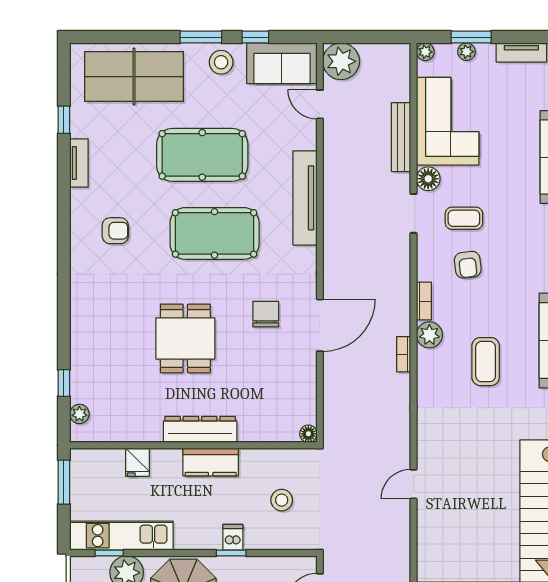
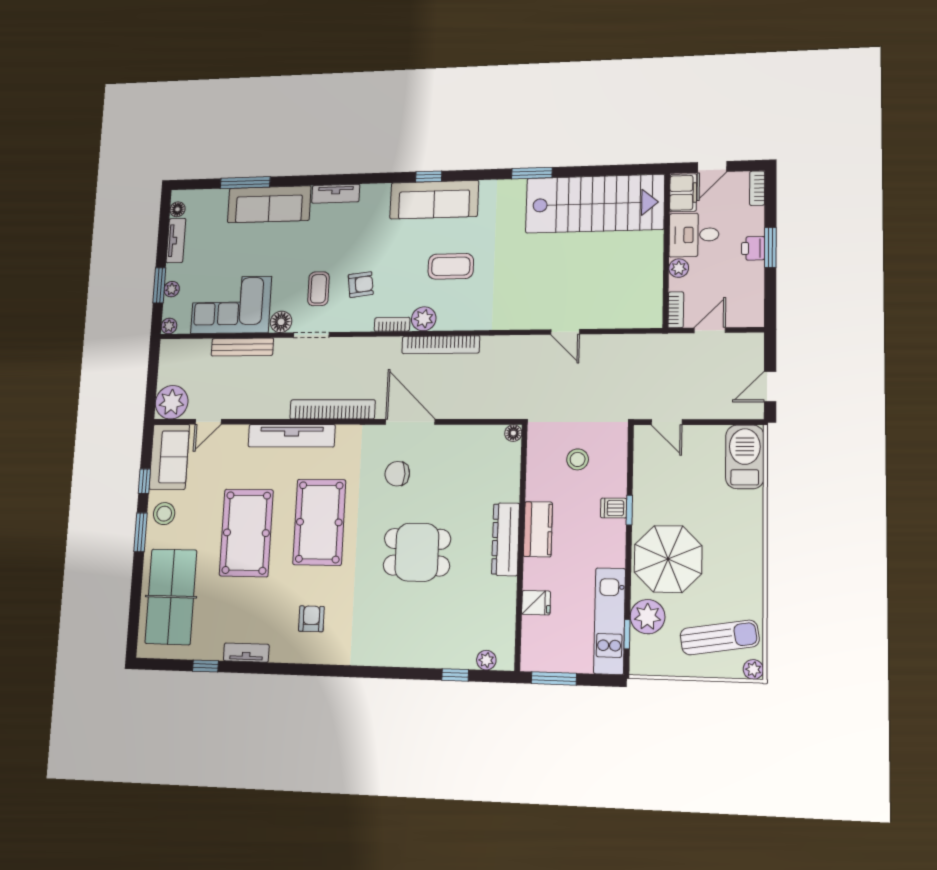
bookcase: (333, 241) -> (332, 409), added
bookcase: (404, 354) -> (441, 345), width x2.31, depth x1.31

